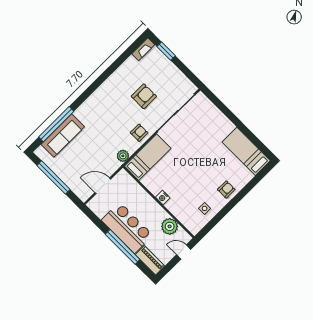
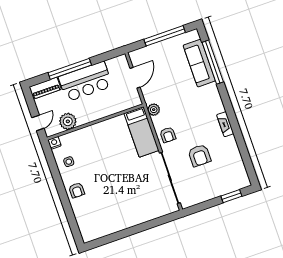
fireplace: (143, 49) -> (225, 124), moved
bed: (246, 151) -> (103, 226), removed
nightstand: (163, 198) -> (54, 143), moved

